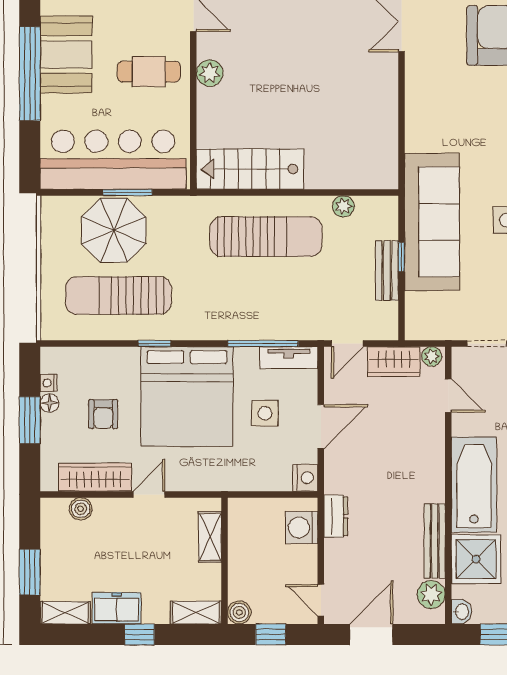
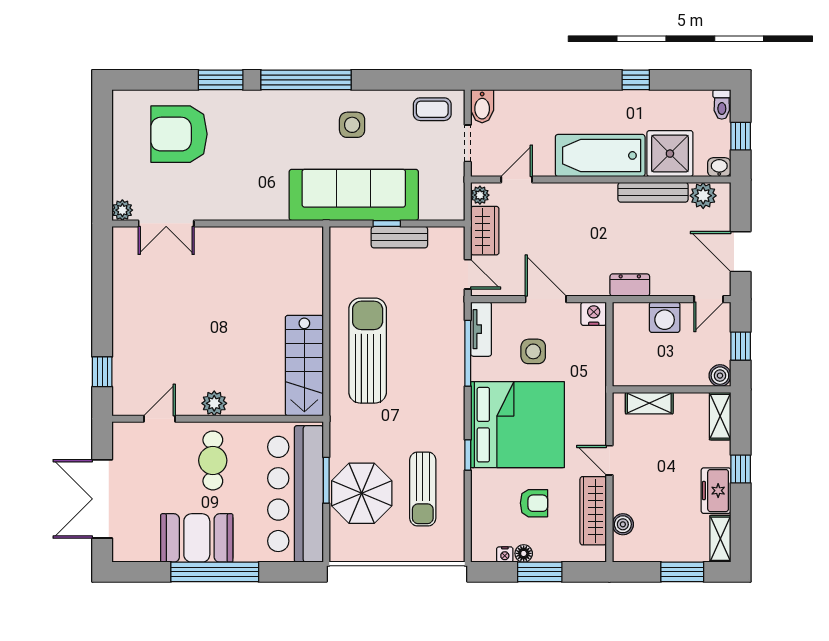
plant: (343, 206) -> (339, 278), removed
sun lounger: (118, 295) -> (423, 489), width x0.73, depth x0.75
washing machine: (301, 527) -> (665, 317), moved

